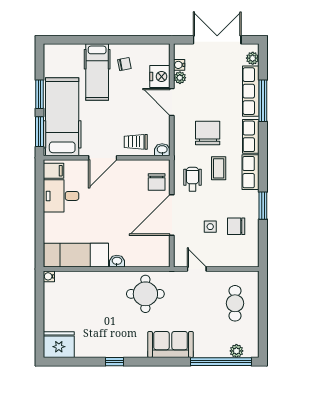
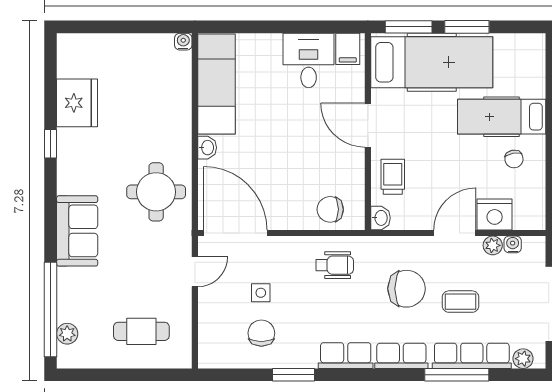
coffee table: (219, 168) -> (460, 302), moved
door: (172, 215) -> (235, 233), moved
fridge: (59, 345) -> (77, 103), moved

